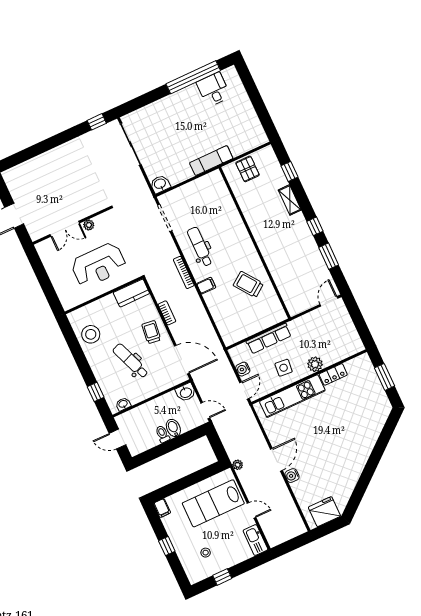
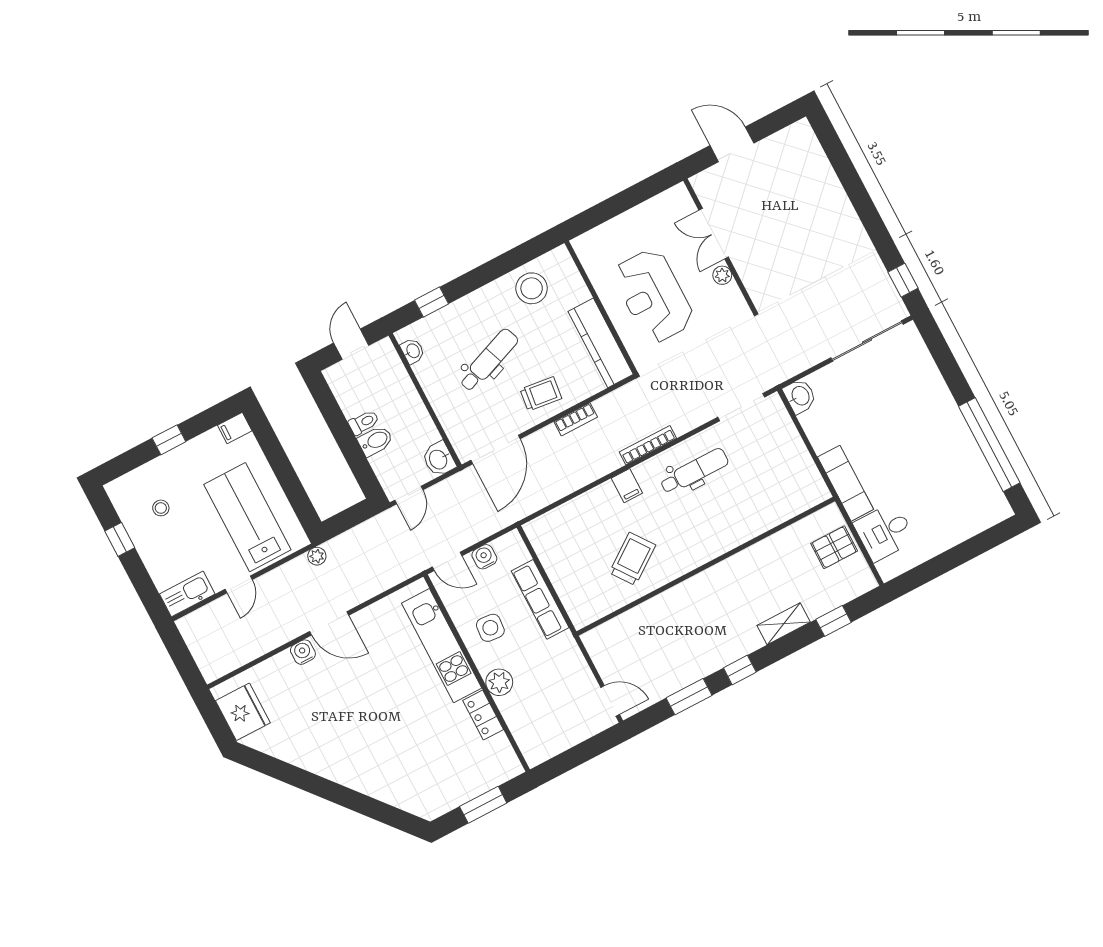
desk: (213, 90) -> (884, 532), moved, turned 180
kitchen counter: (131, 293) -> (601, 343), width x1.50

